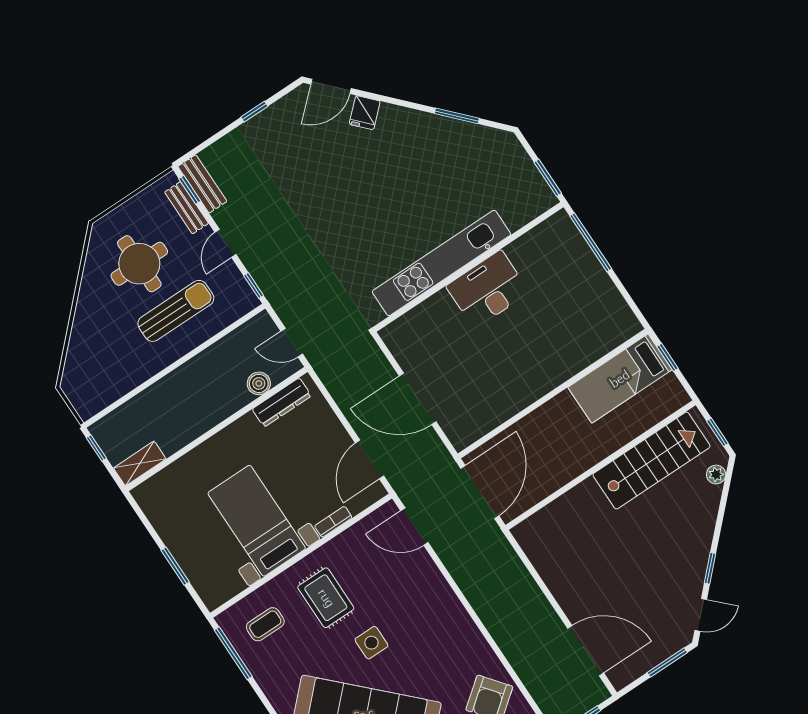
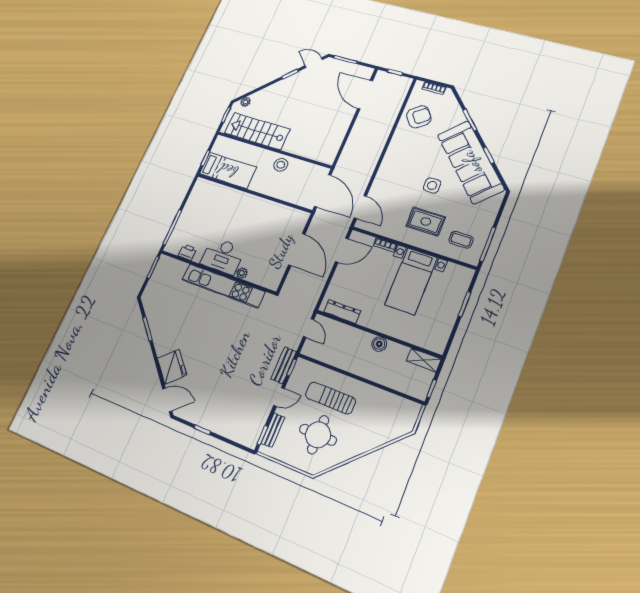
fridge: (365, 113) -> (172, 367), width x1.88, depth x1.34
bench: (202, 184) -> (284, 365), moved
printer: (533, 242) -> (187, 252), added
plant: (441, 301) -> (242, 273), added
boiler: (259, 383) -> (379, 344), moved
stool: (568, 460) -> (281, 165), added
door: (480, 492) -> (323, 191), swing flipped
rug: (326, 598) -> (426, 221), turned 90

